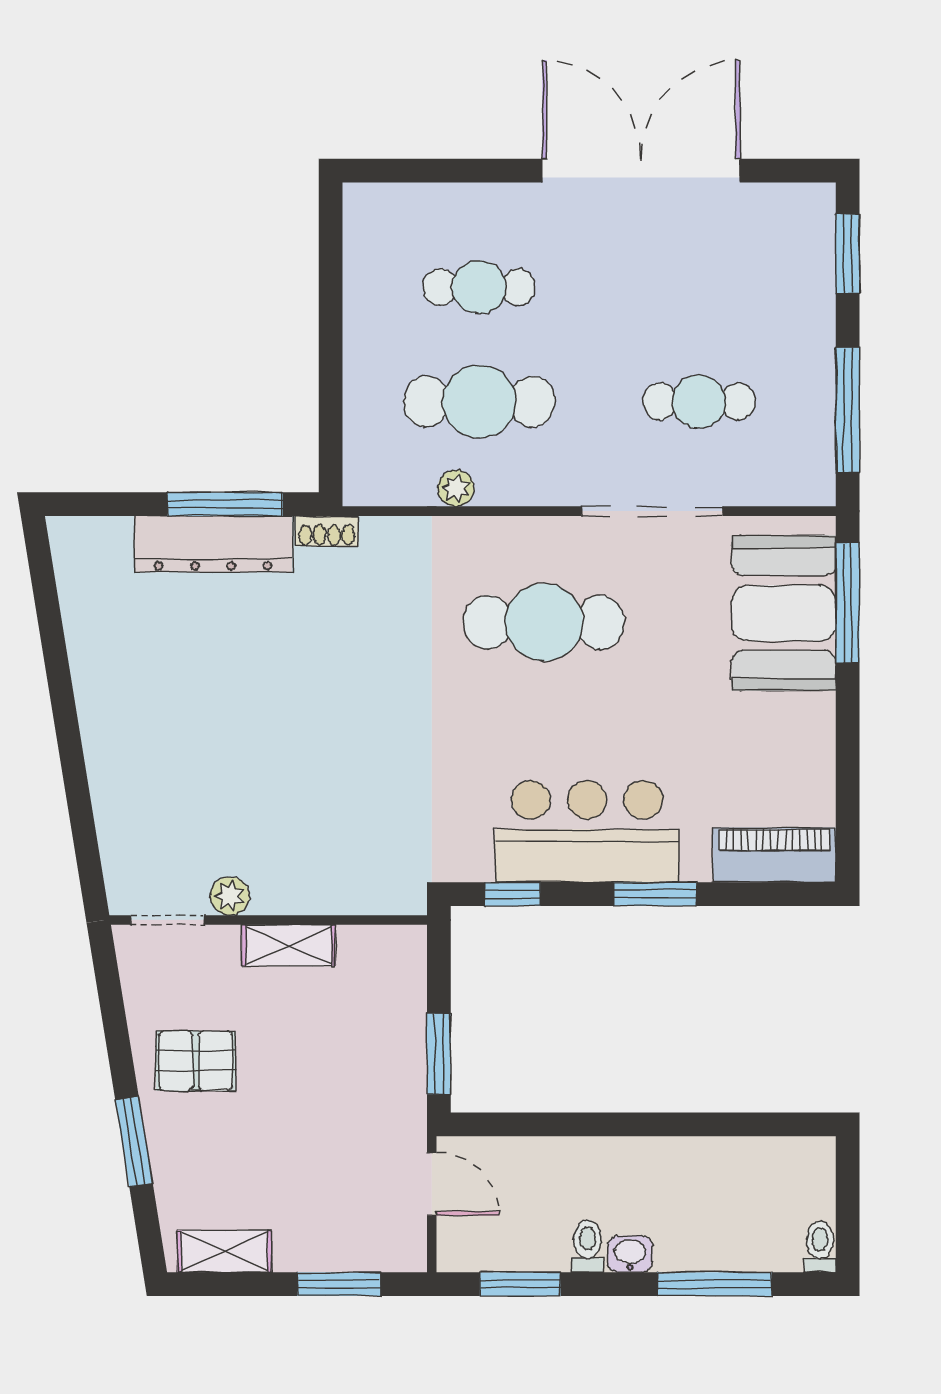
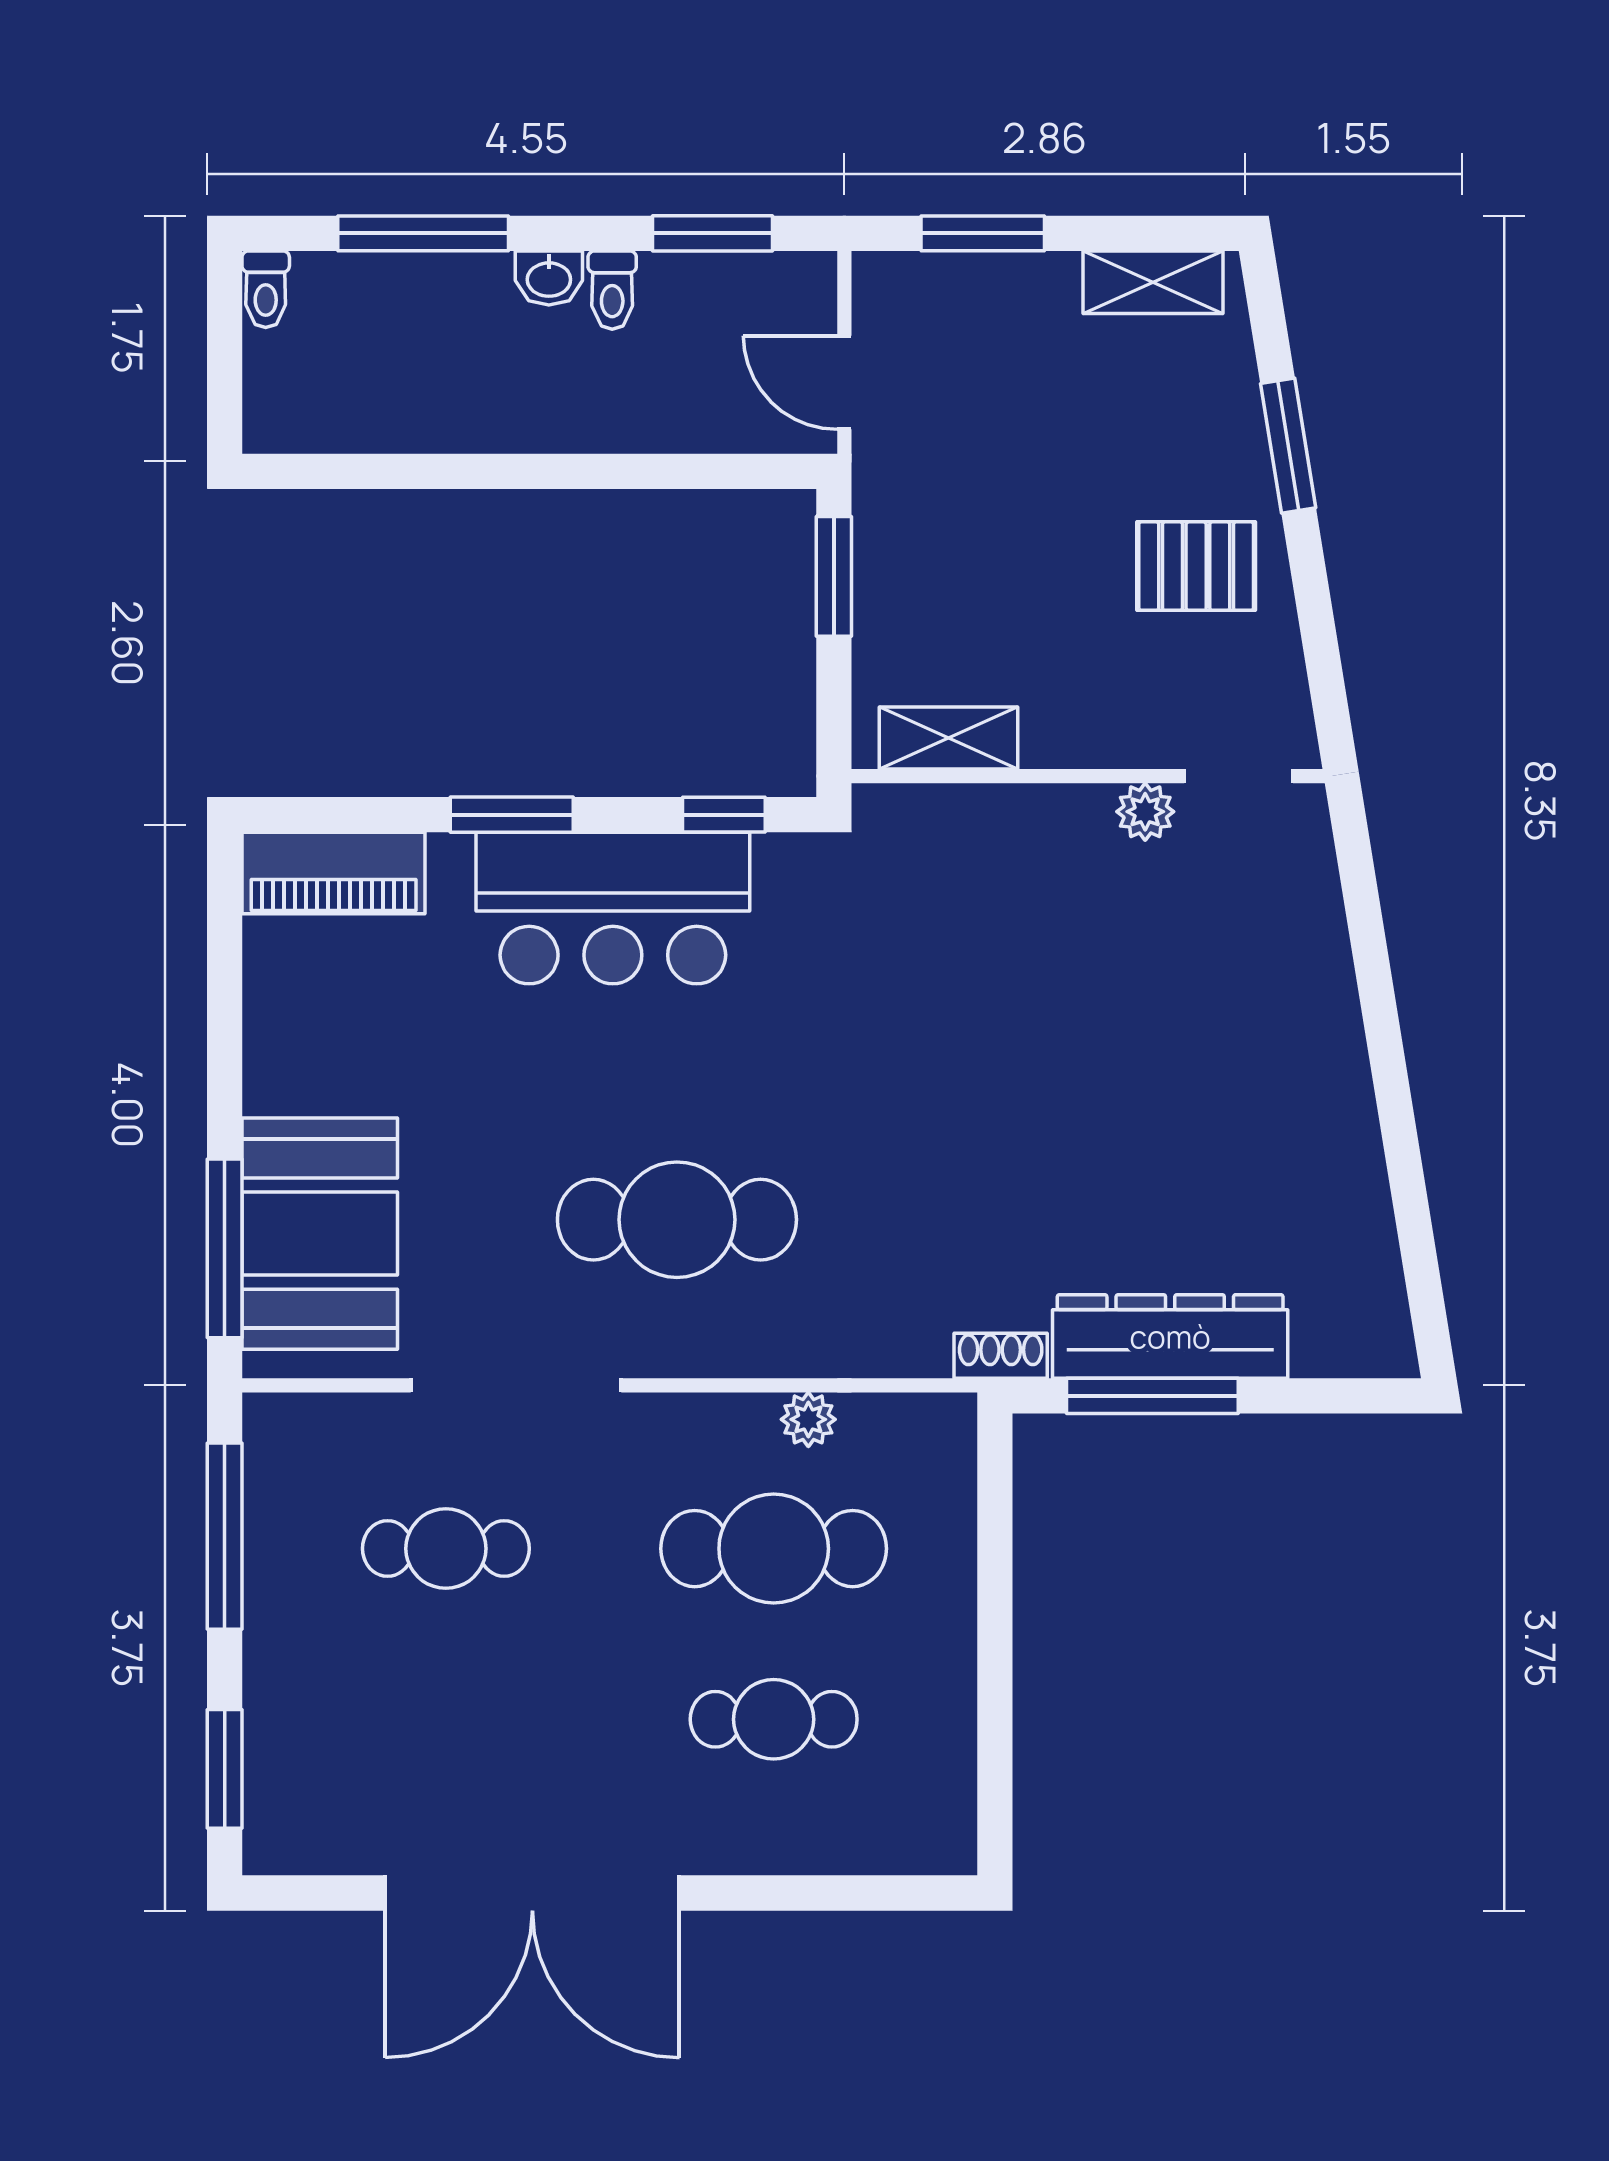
shelving: (289, 946) -> (948, 738), moved

